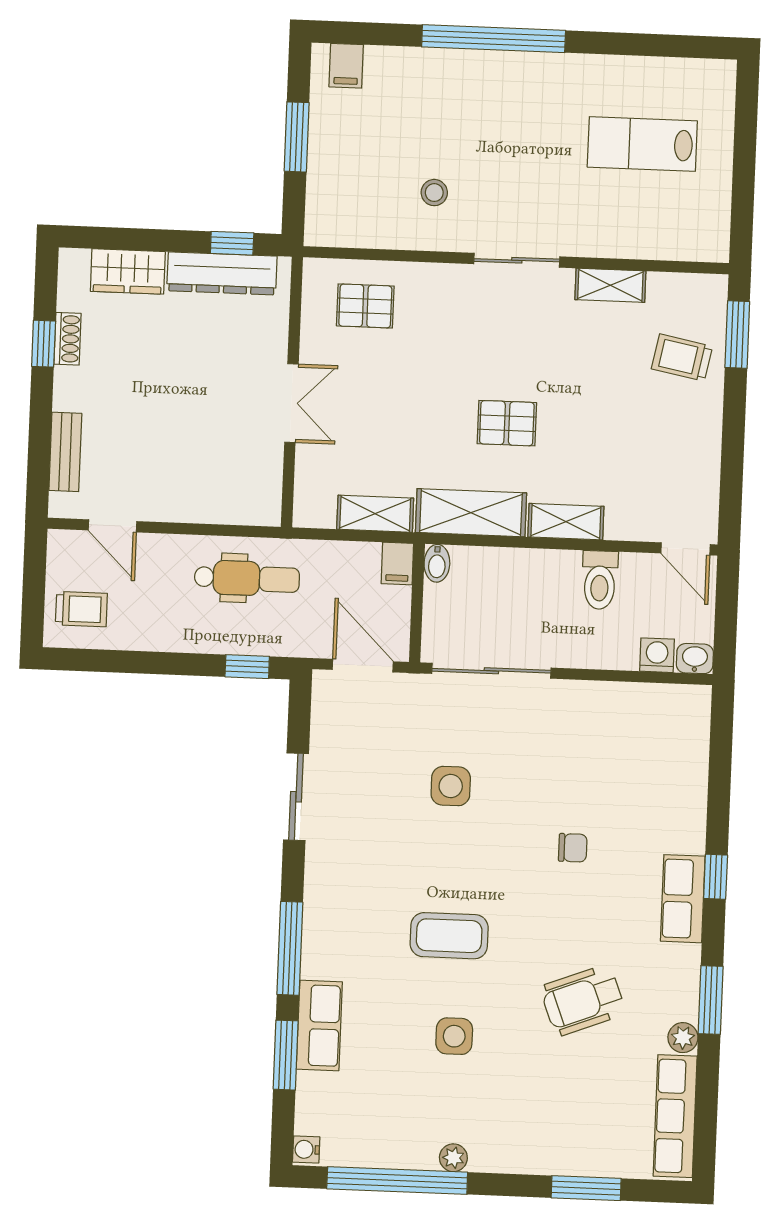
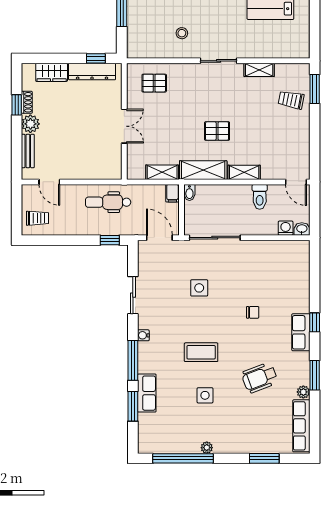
plant: (74, 389) -> (30, 124), added
dental chair: (247, 578) -> (108, 202), turned 180
water cooler: (306, 1149) -> (143, 335), moved

